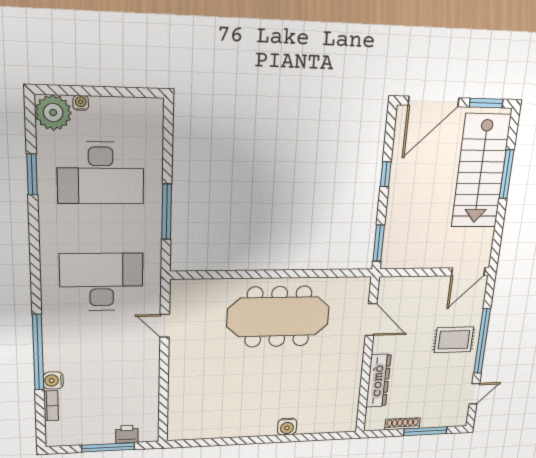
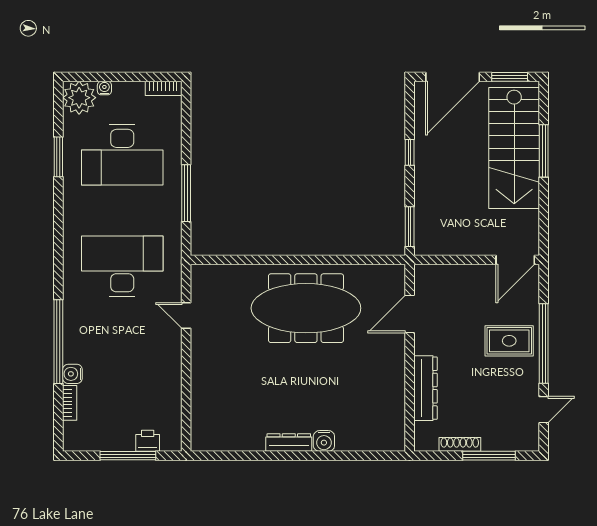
bookcase: (145, 105) -> (163, 88), added
door: (371, 320) -> (410, 314), swing flipped
dresser: (256, 429) -> (289, 443), added

